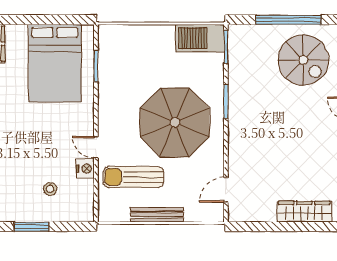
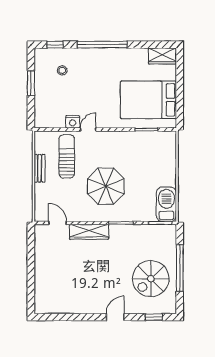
parasol: (175, 122) -> (106, 186), width x0.73, depth x0.73
stool: (50, 189) -> (62, 70), moved
wardrobe: (304, 212) -> (89, 232), moved, turned 90
bench: (157, 215) -> (40, 168), width x0.73

